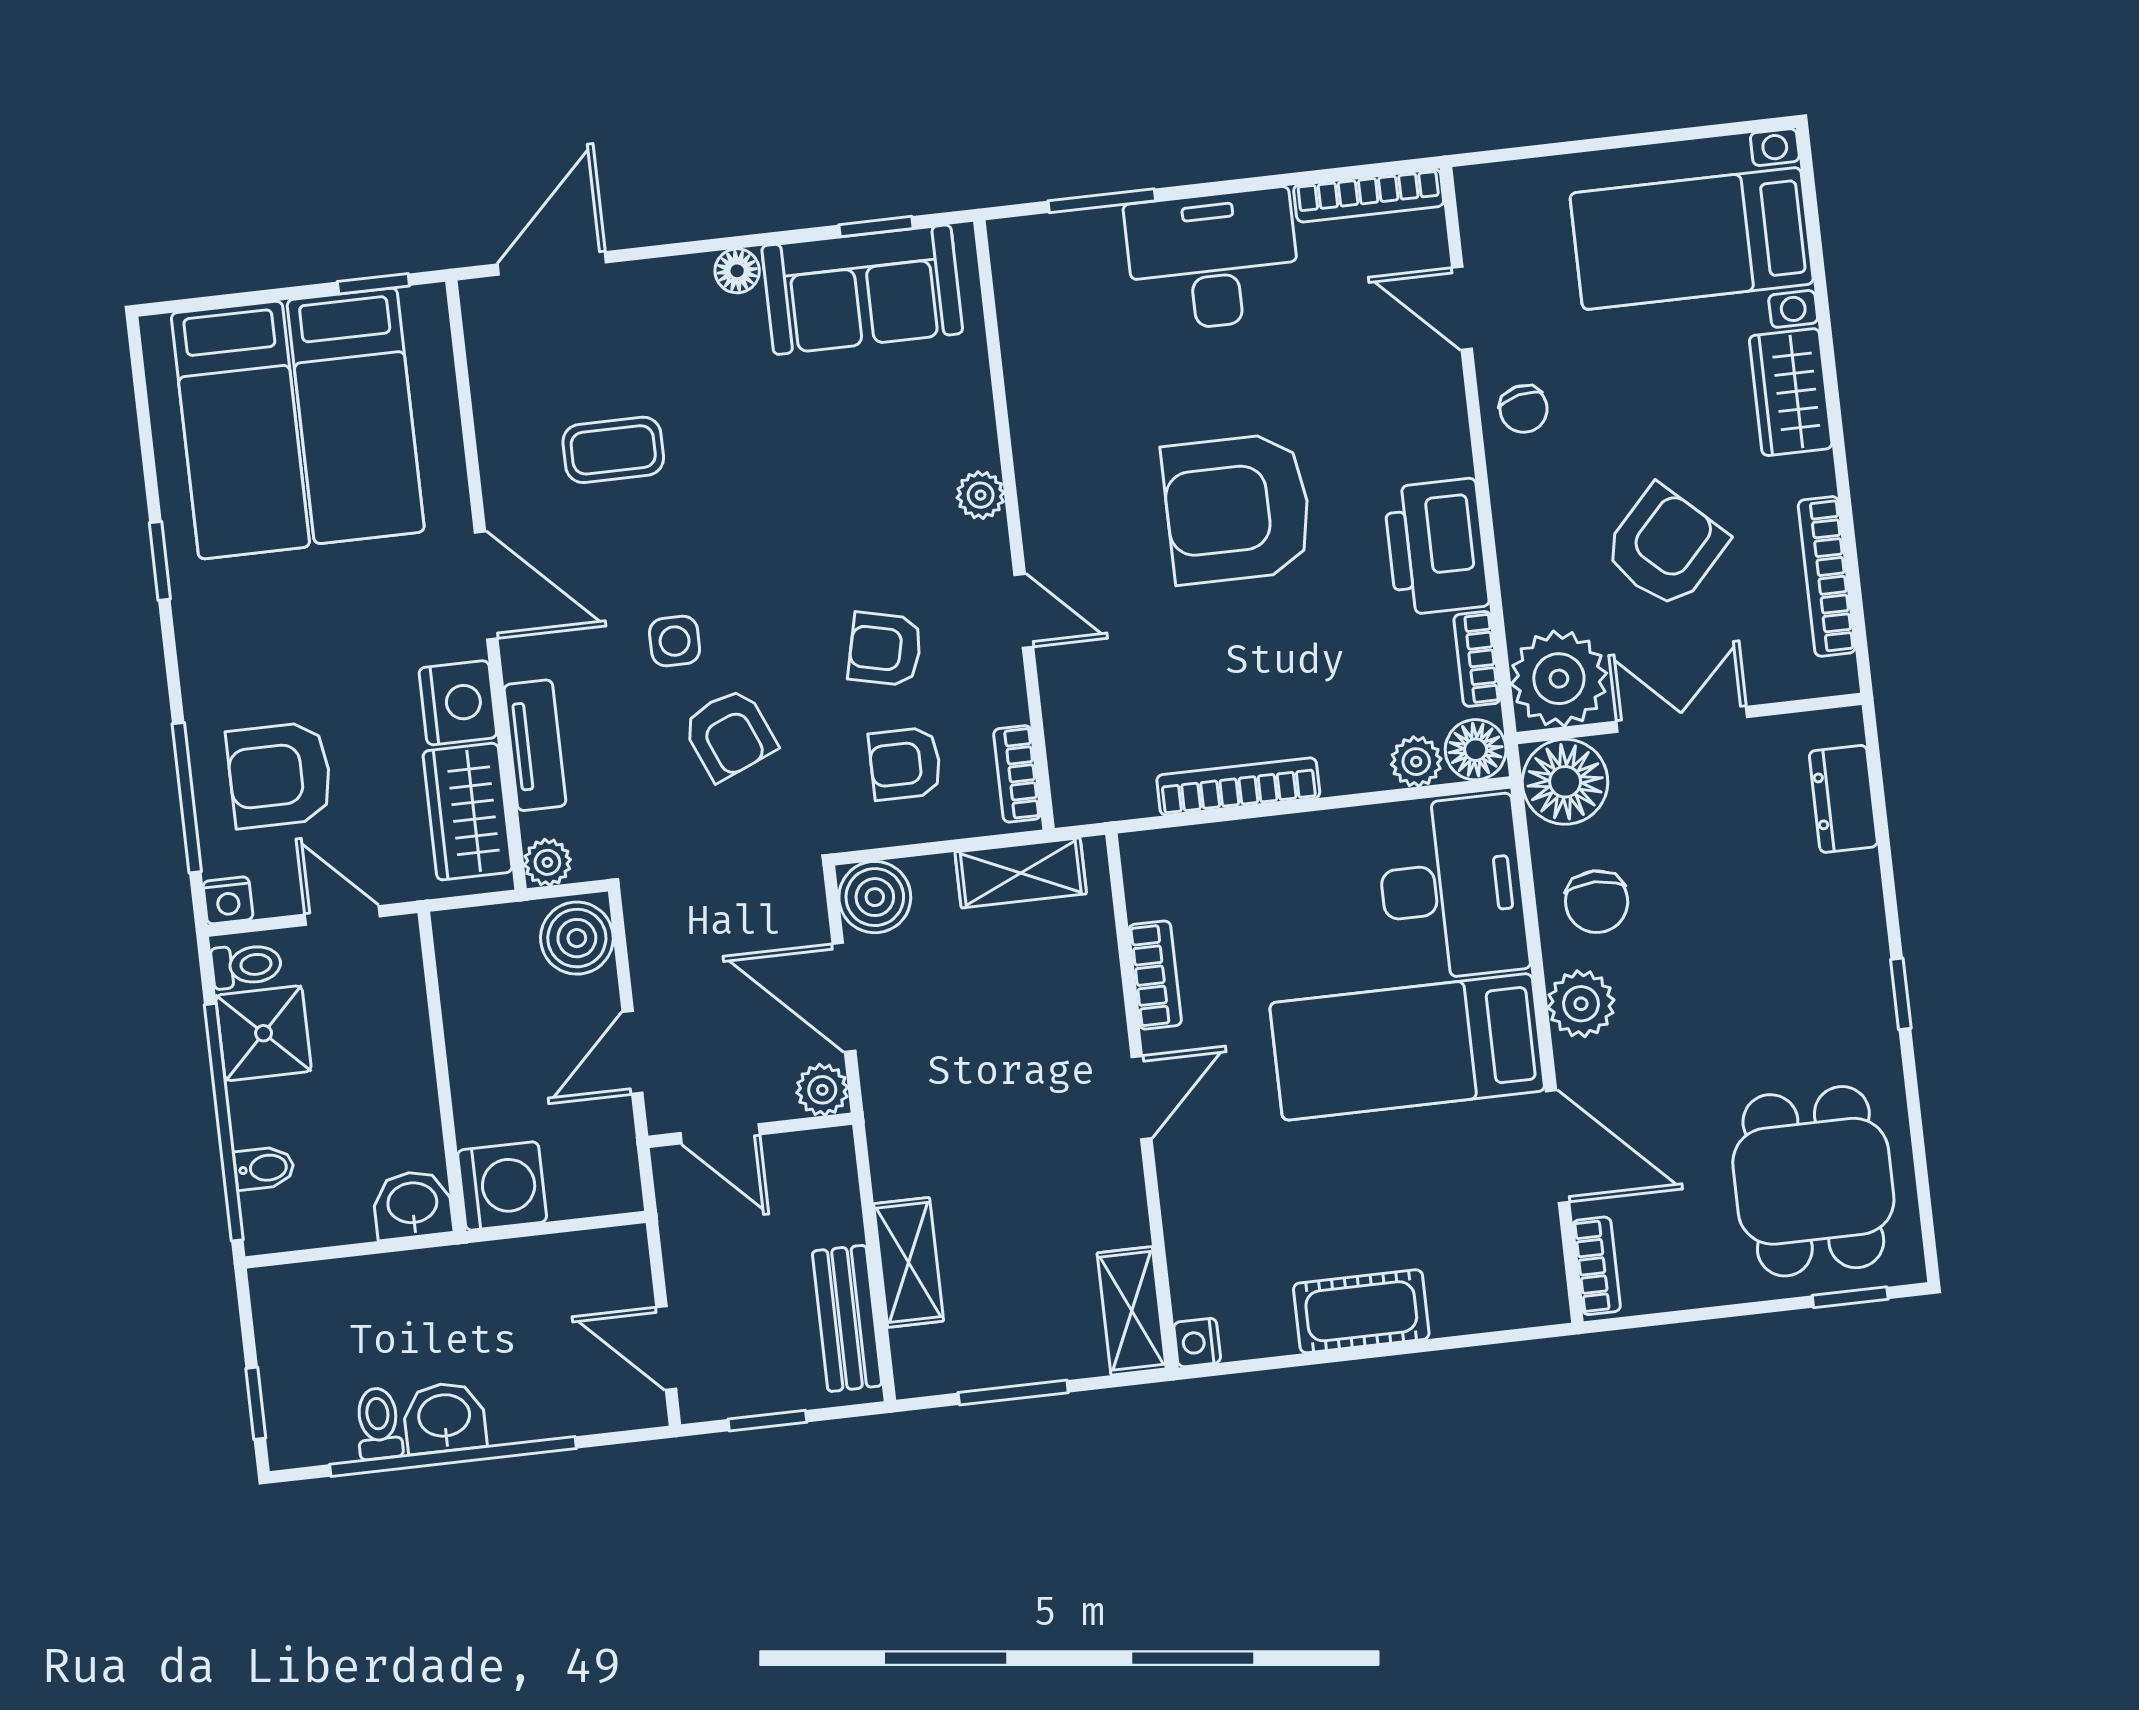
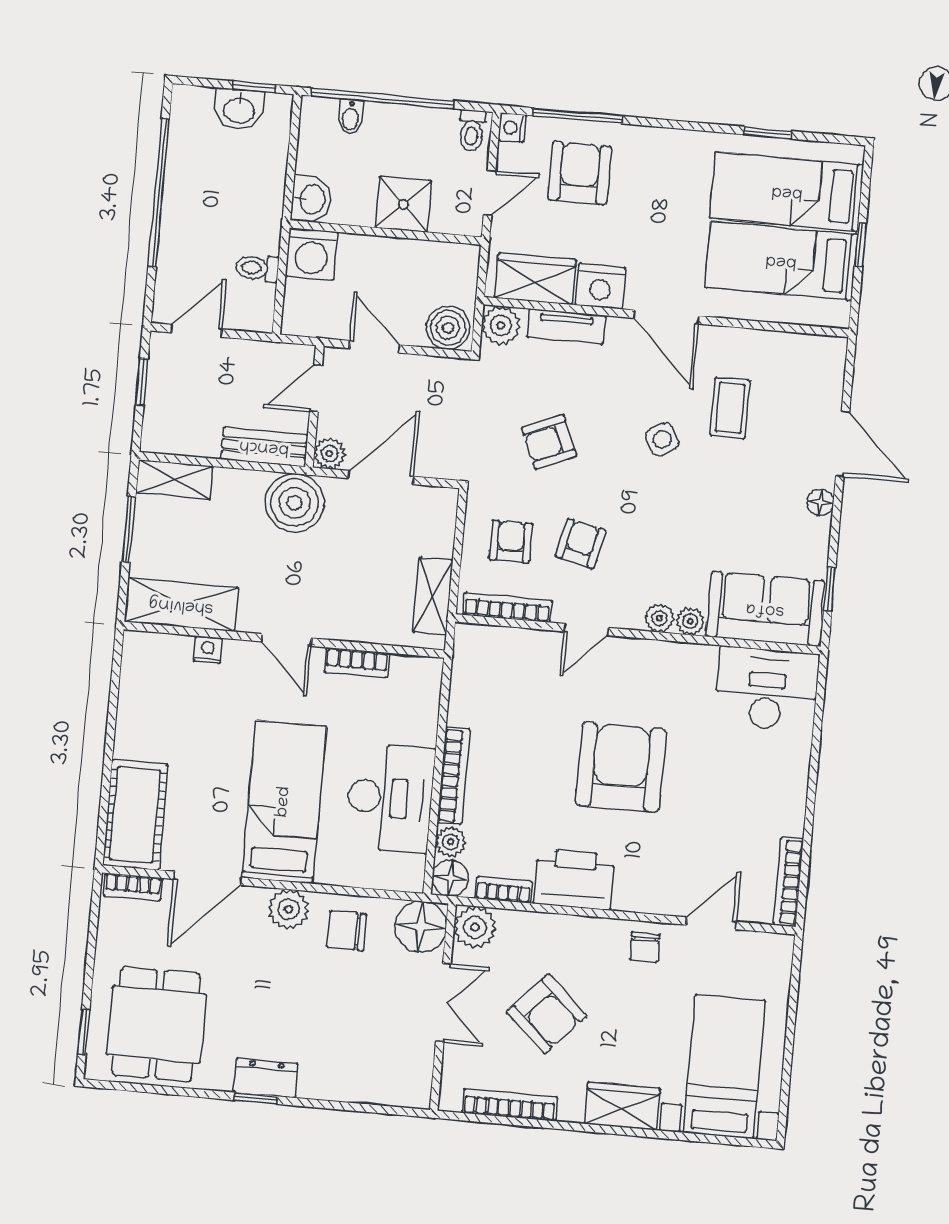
window: (1102, 201) -> (818, 725), removed
desk: (1213, 260) -> (767, 689), moved, turned -90
door: (552, 263) -> (843, 444), moved
window: (373, 284) -> (860, 245), moved
sofa: (862, 290) -> (765, 609), moved, turned 90
chair: (1524, 409) -> (645, 947), turned -77
plant: (975, 444) -> (690, 621), added
window: (160, 561) -> (768, 133), moved
door: (486, 585) -> (666, 317), hinge flipped
side table: (675, 641) -> (662, 439), moved, turned -30
plant: (1559, 679) -> (475, 927), width x0.73, depth x0.73
bookcase: (1017, 774) -> (507, 607), width x1.56
bookcase: (1238, 787) -> (454, 776), moved
dresser: (1843, 799) -> (266, 1078), moved
plant: (547, 862) -> (501, 325), width x1.38, depth x1.38
desk: (1452, 888) -> (390, 798), moved, turned -90
boiler: (875, 897) -> (295, 503), moved, width x1.37, depth x1.37
shower: (264, 1033) -> (403, 204), moved
dining table: (1813, 1181) -> (156, 1024), turned 90
shelving: (909, 1262) -> (174, 480), moved
shelving: (1132, 1311) -> (181, 605), width x1.50, depth x1.33
cot: (1361, 1311) -> (135, 815), moved, width x1.37, depth x1.34
bench: (847, 1318) -> (264, 447), moved
nightstand: (1197, 1343) -> (208, 650), moved
window: (256, 1403) -> (254, 87), moved
washbasin: (444, 1417) -> (239, 109), moved, turned 90
toilet: (379, 1423) -> (257, 268), moved, turned 180

